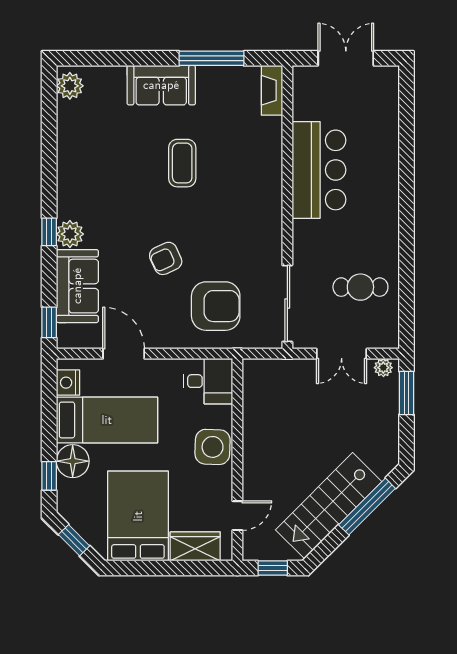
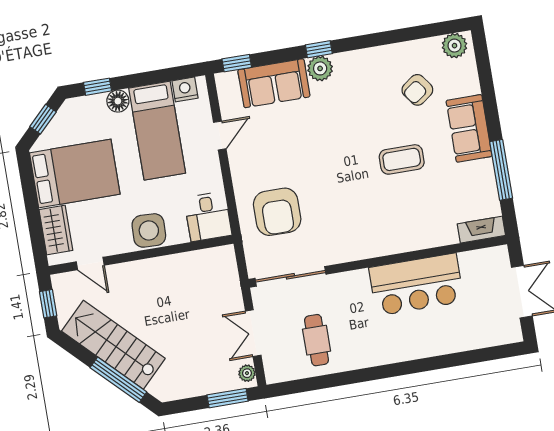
armchair: (166, 258) -> (417, 90), moved, turned -101
door: (124, 354) -> (220, 136), width x0.73
floor lamp: (73, 461) -> (118, 101), width x0.73, depth x0.73

